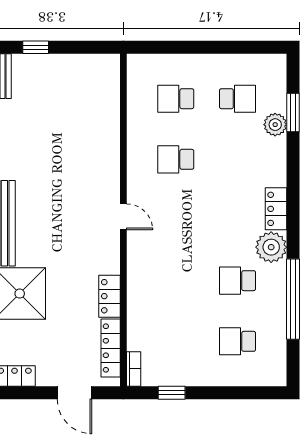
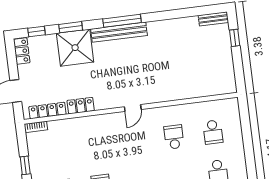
school desk: (176, 99) -> (213, 132), turned 180
window: (172, 393) -> (25, 165), moved

